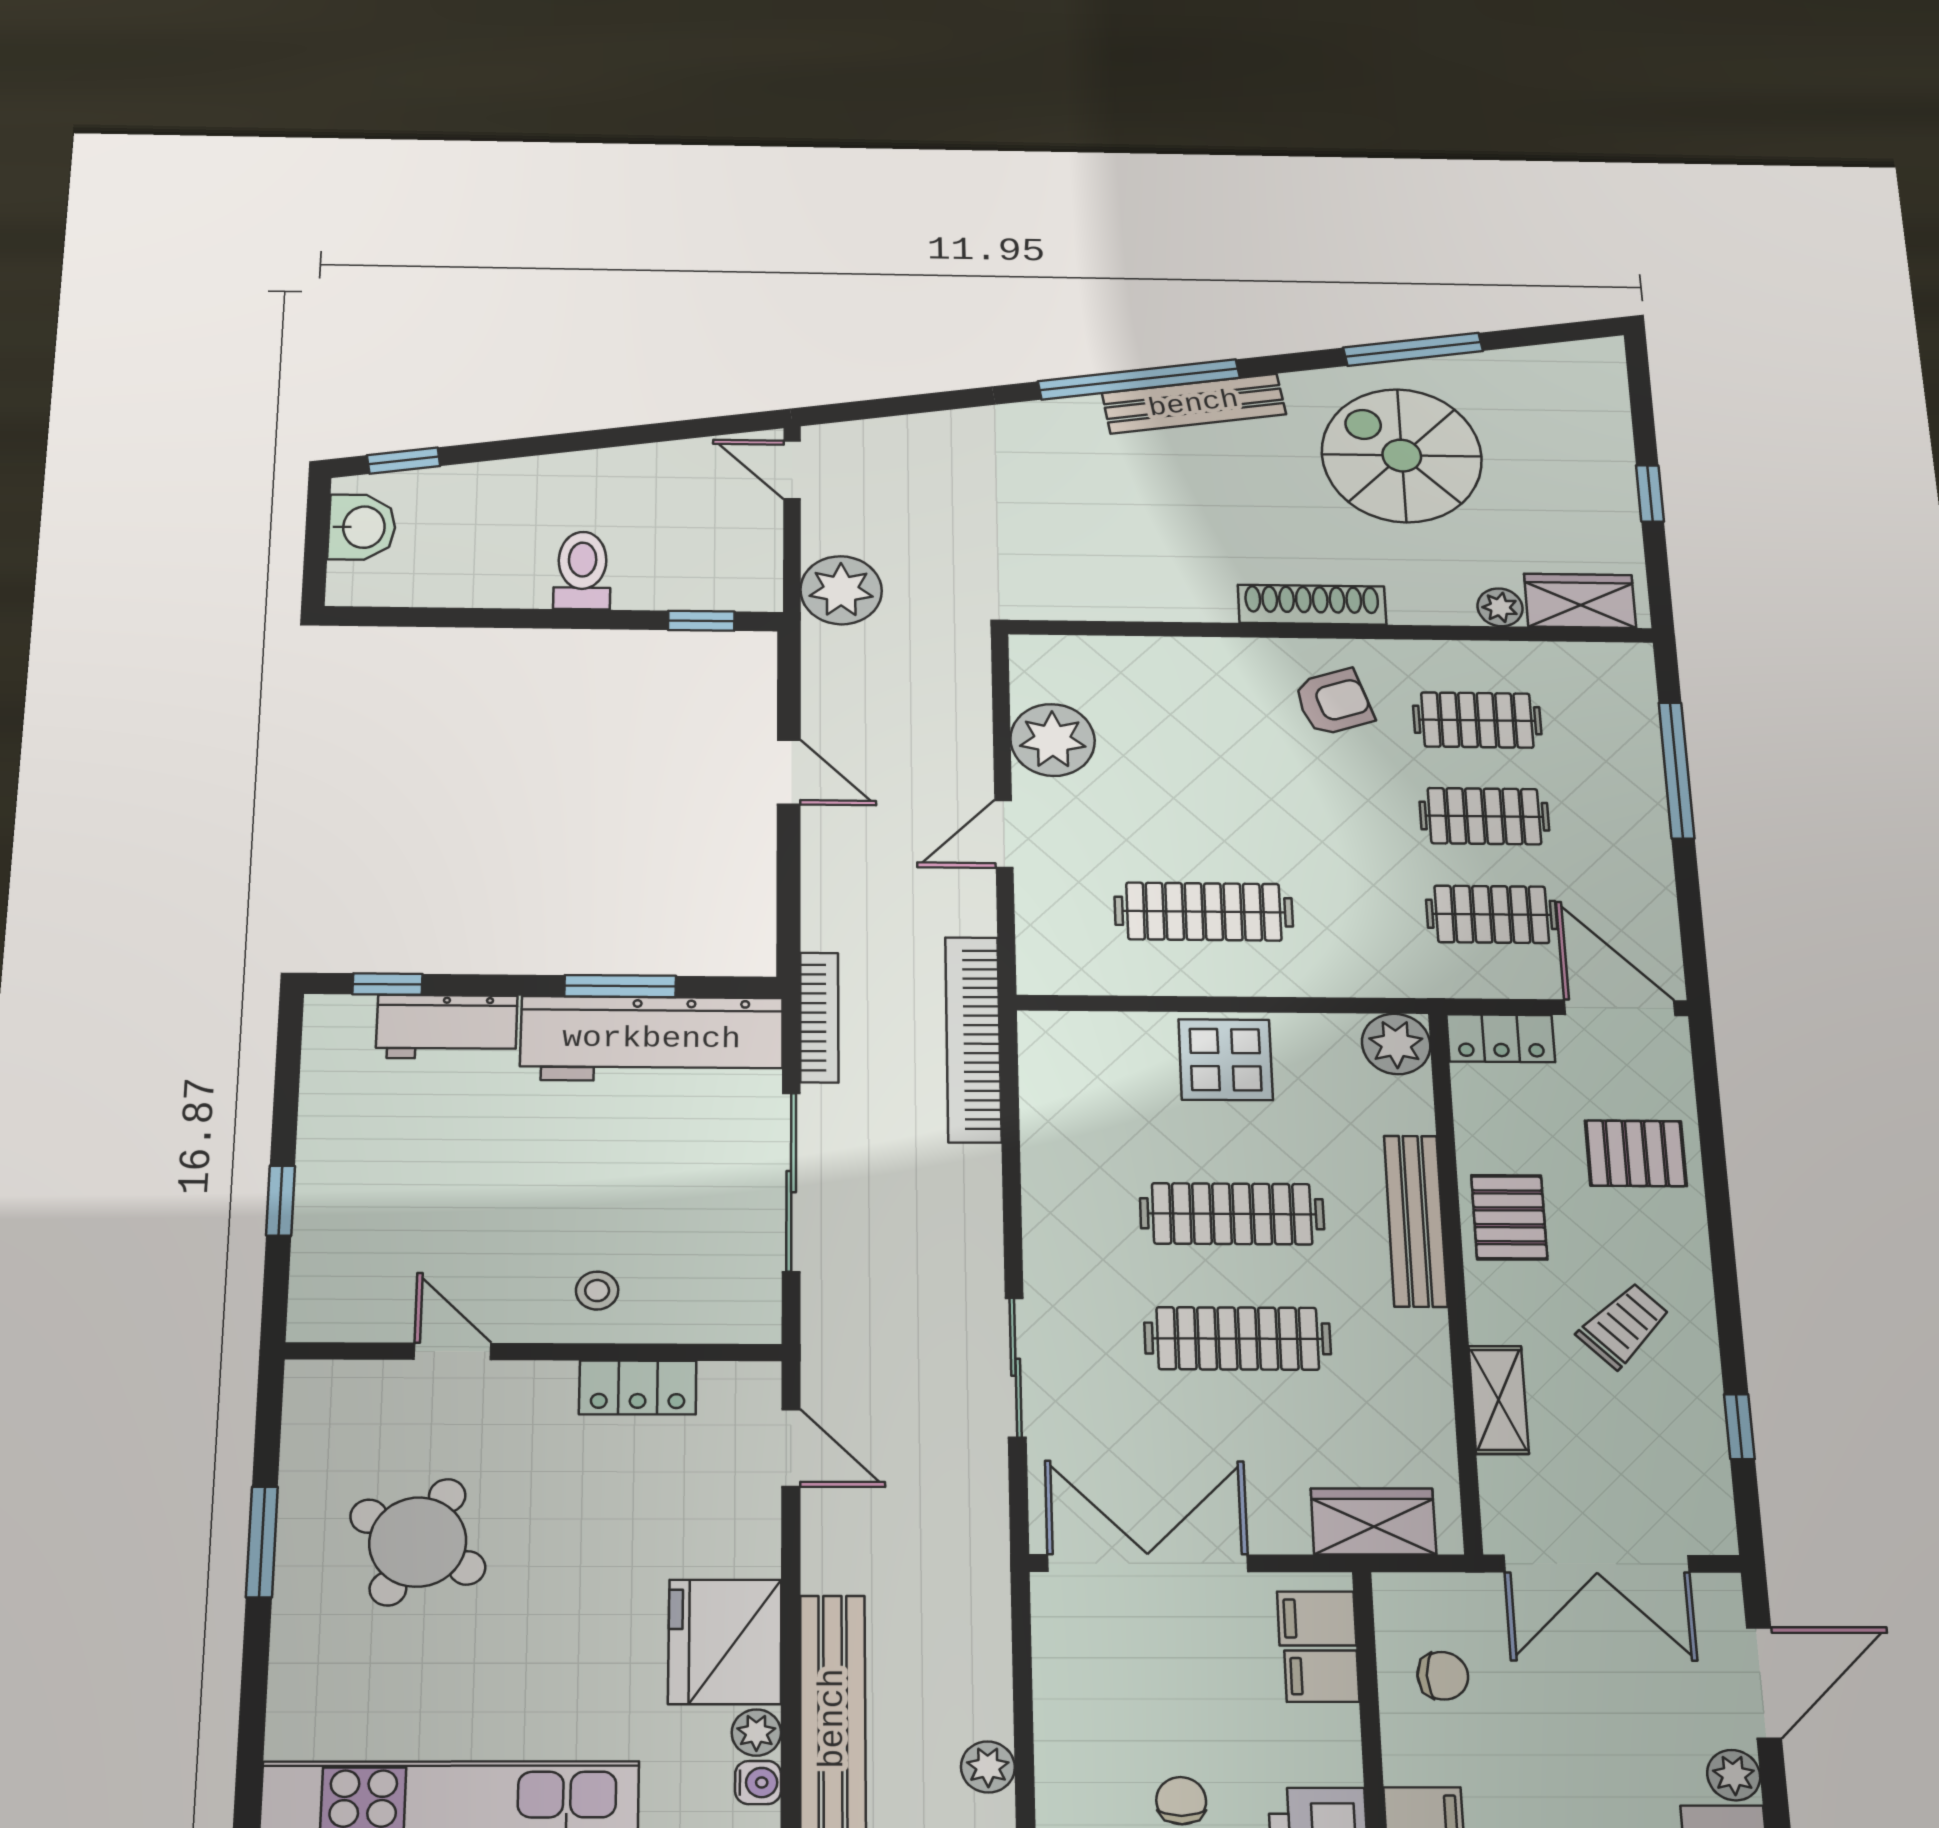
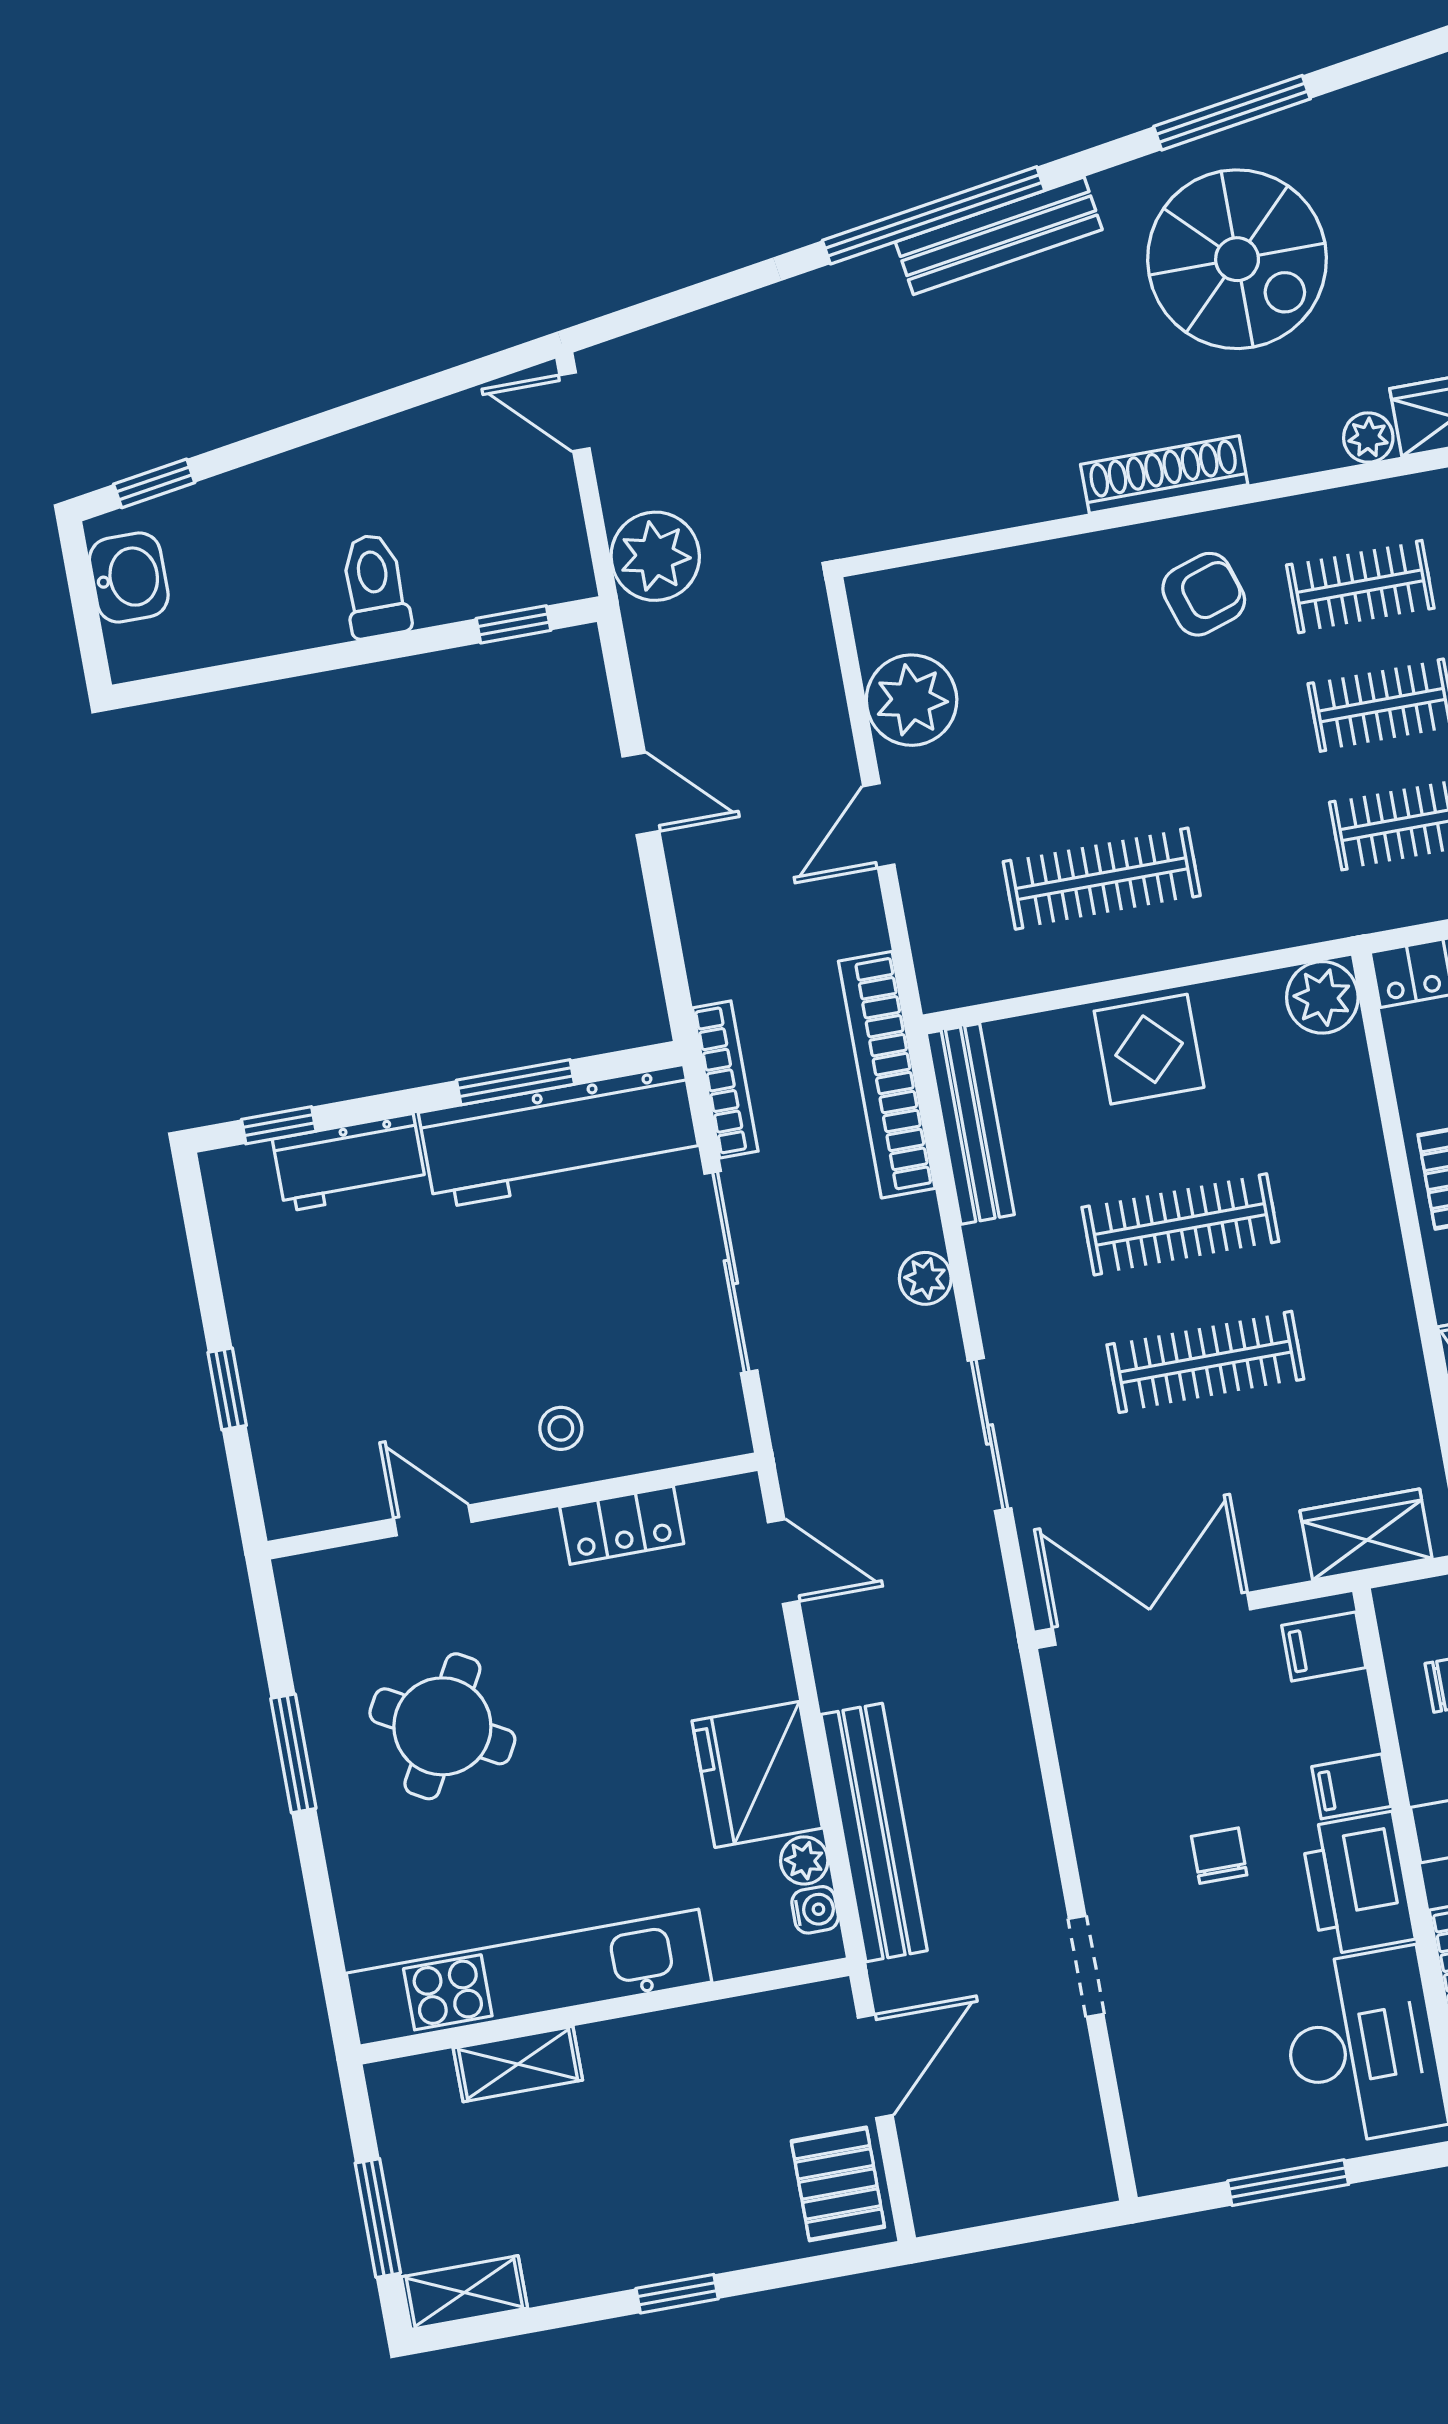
spiral stairs: (1402, 456) -> (1237, 259), turned 180
bench: (1416, 1221) -> (970, 1124), moved
filing cabinet: (1322, 1676) -> (1351, 1786), moved
plant: (988, 1767) -> (925, 1278), moved

